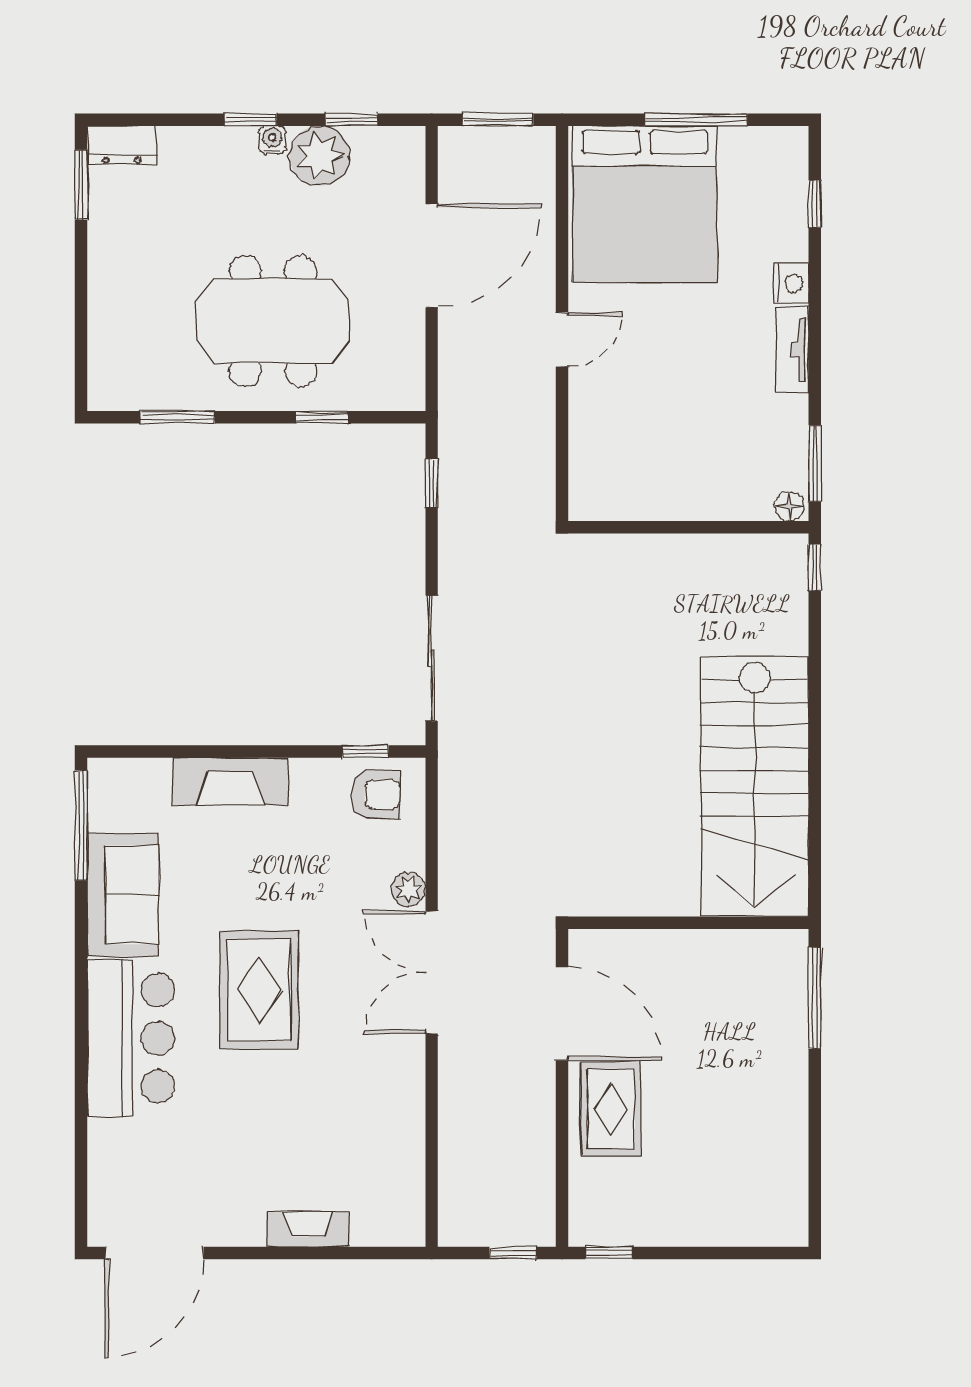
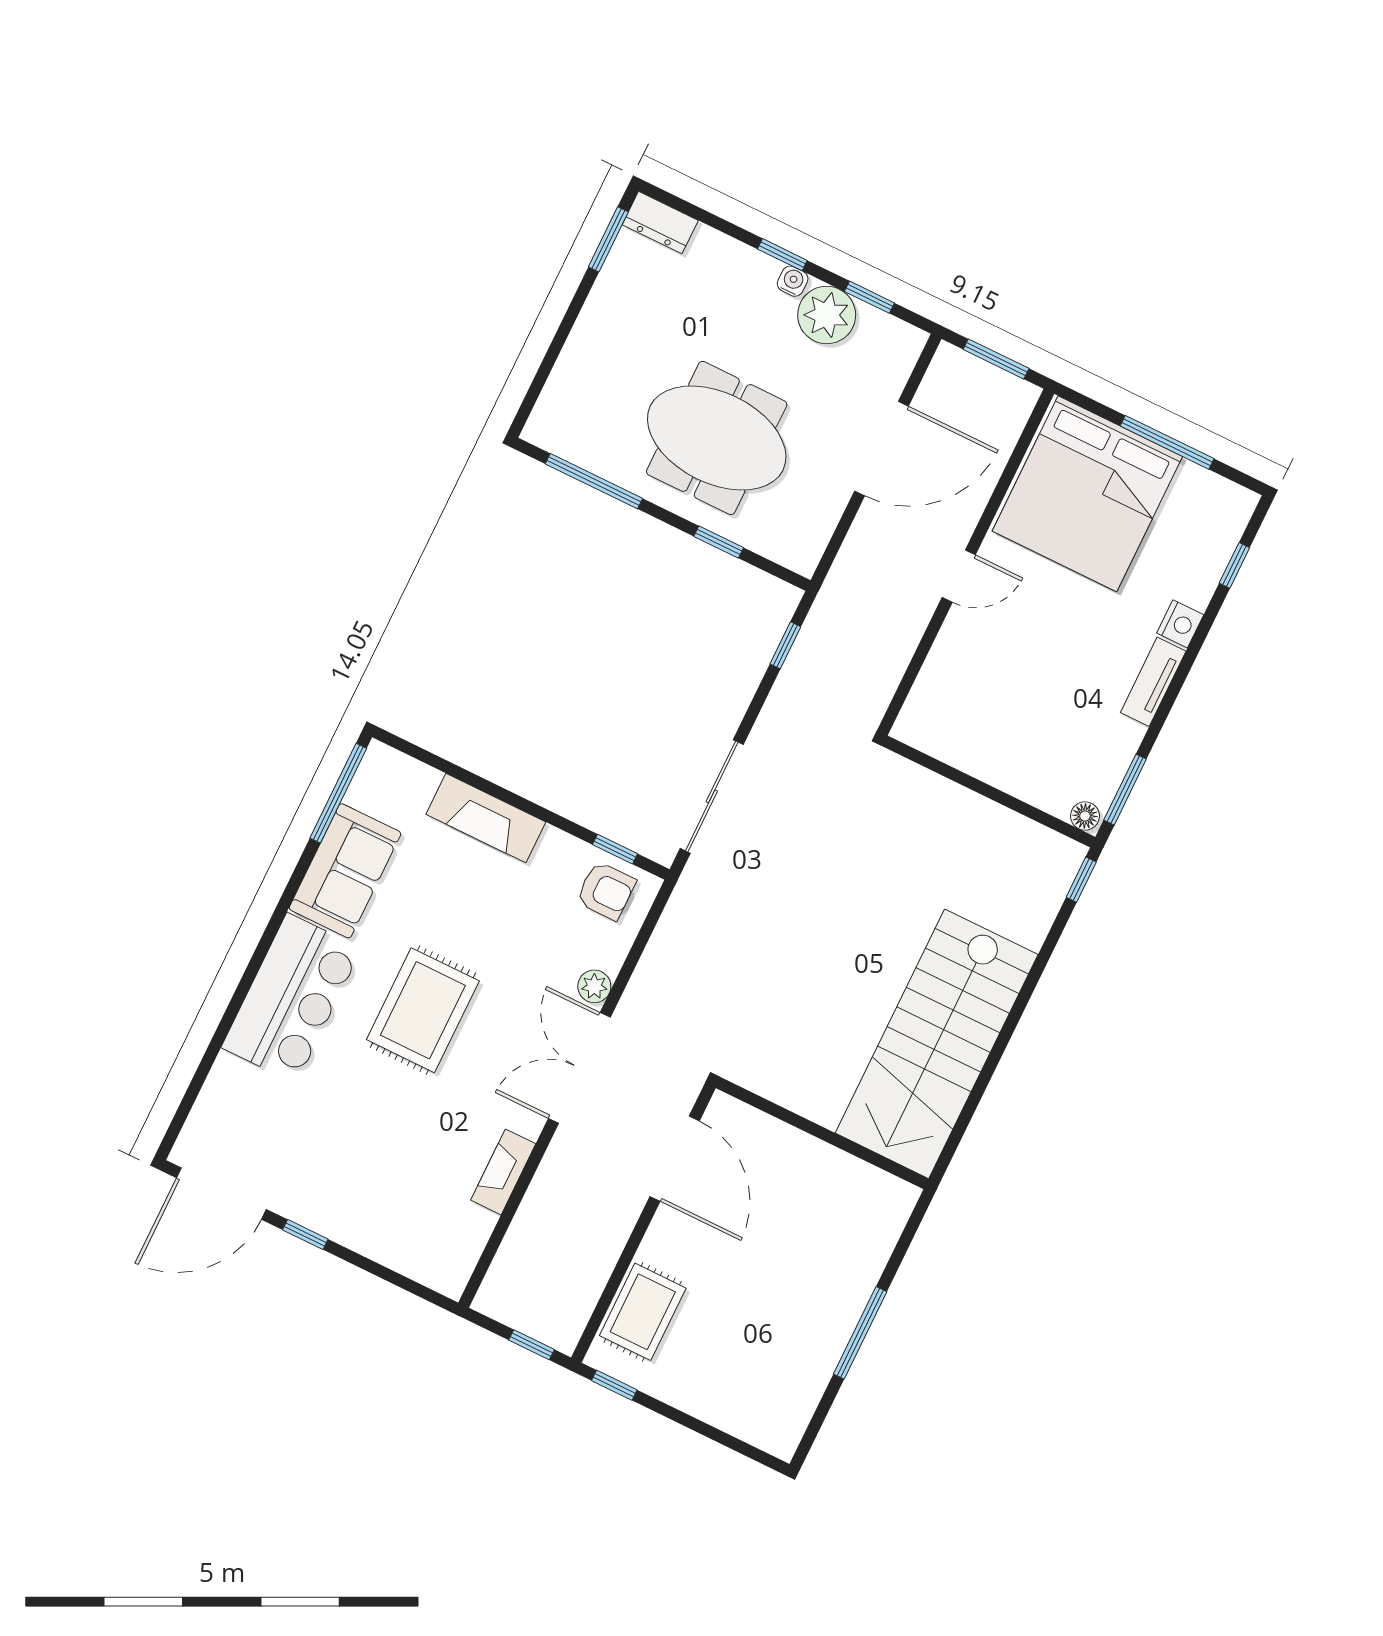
window: (178, 417) -> (594, 481), width x1.44
window: (815, 998) -> (860, 1333), moved
rug: (611, 1109) -> (643, 1312), moved
fireplace: (308, 1229) -> (503, 1172), moved, turned -90
window: (251, 1253) -> (305, 1235), added

